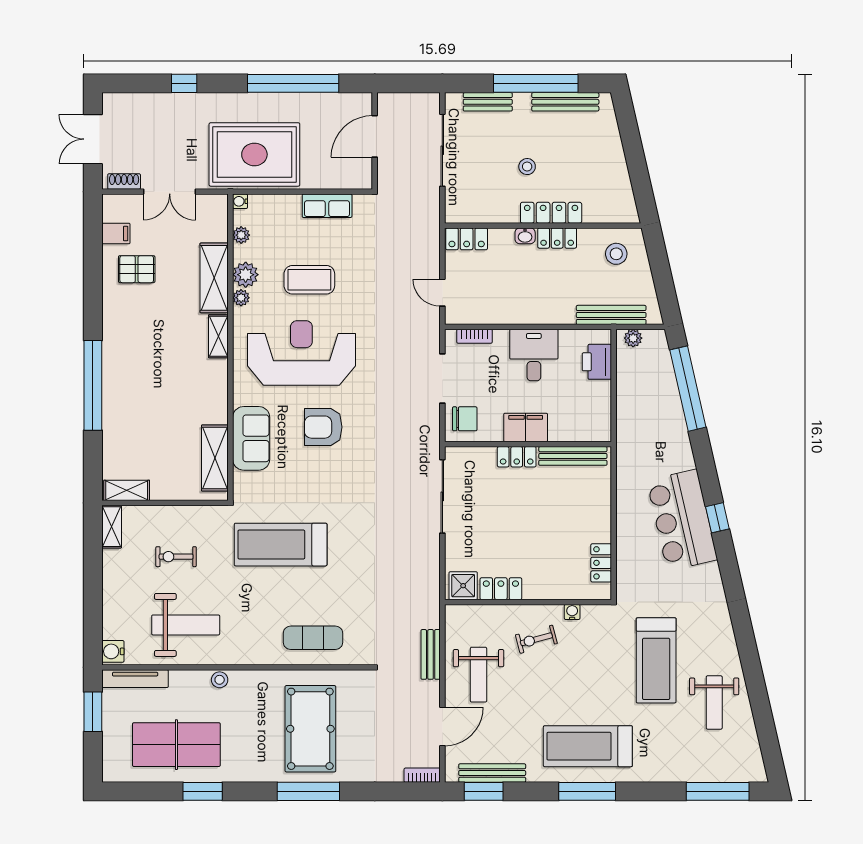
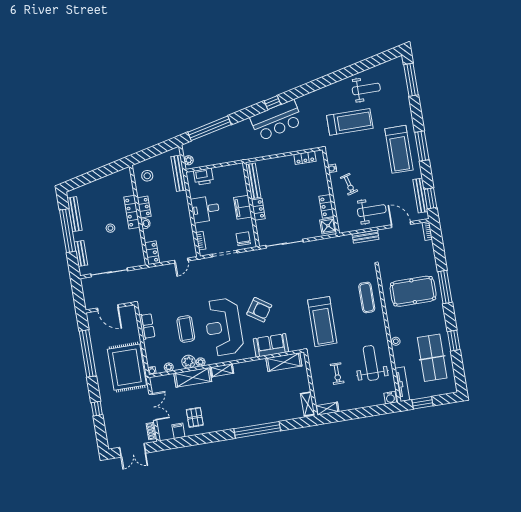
armchair: (323, 427) -> (259, 310), turned -56

